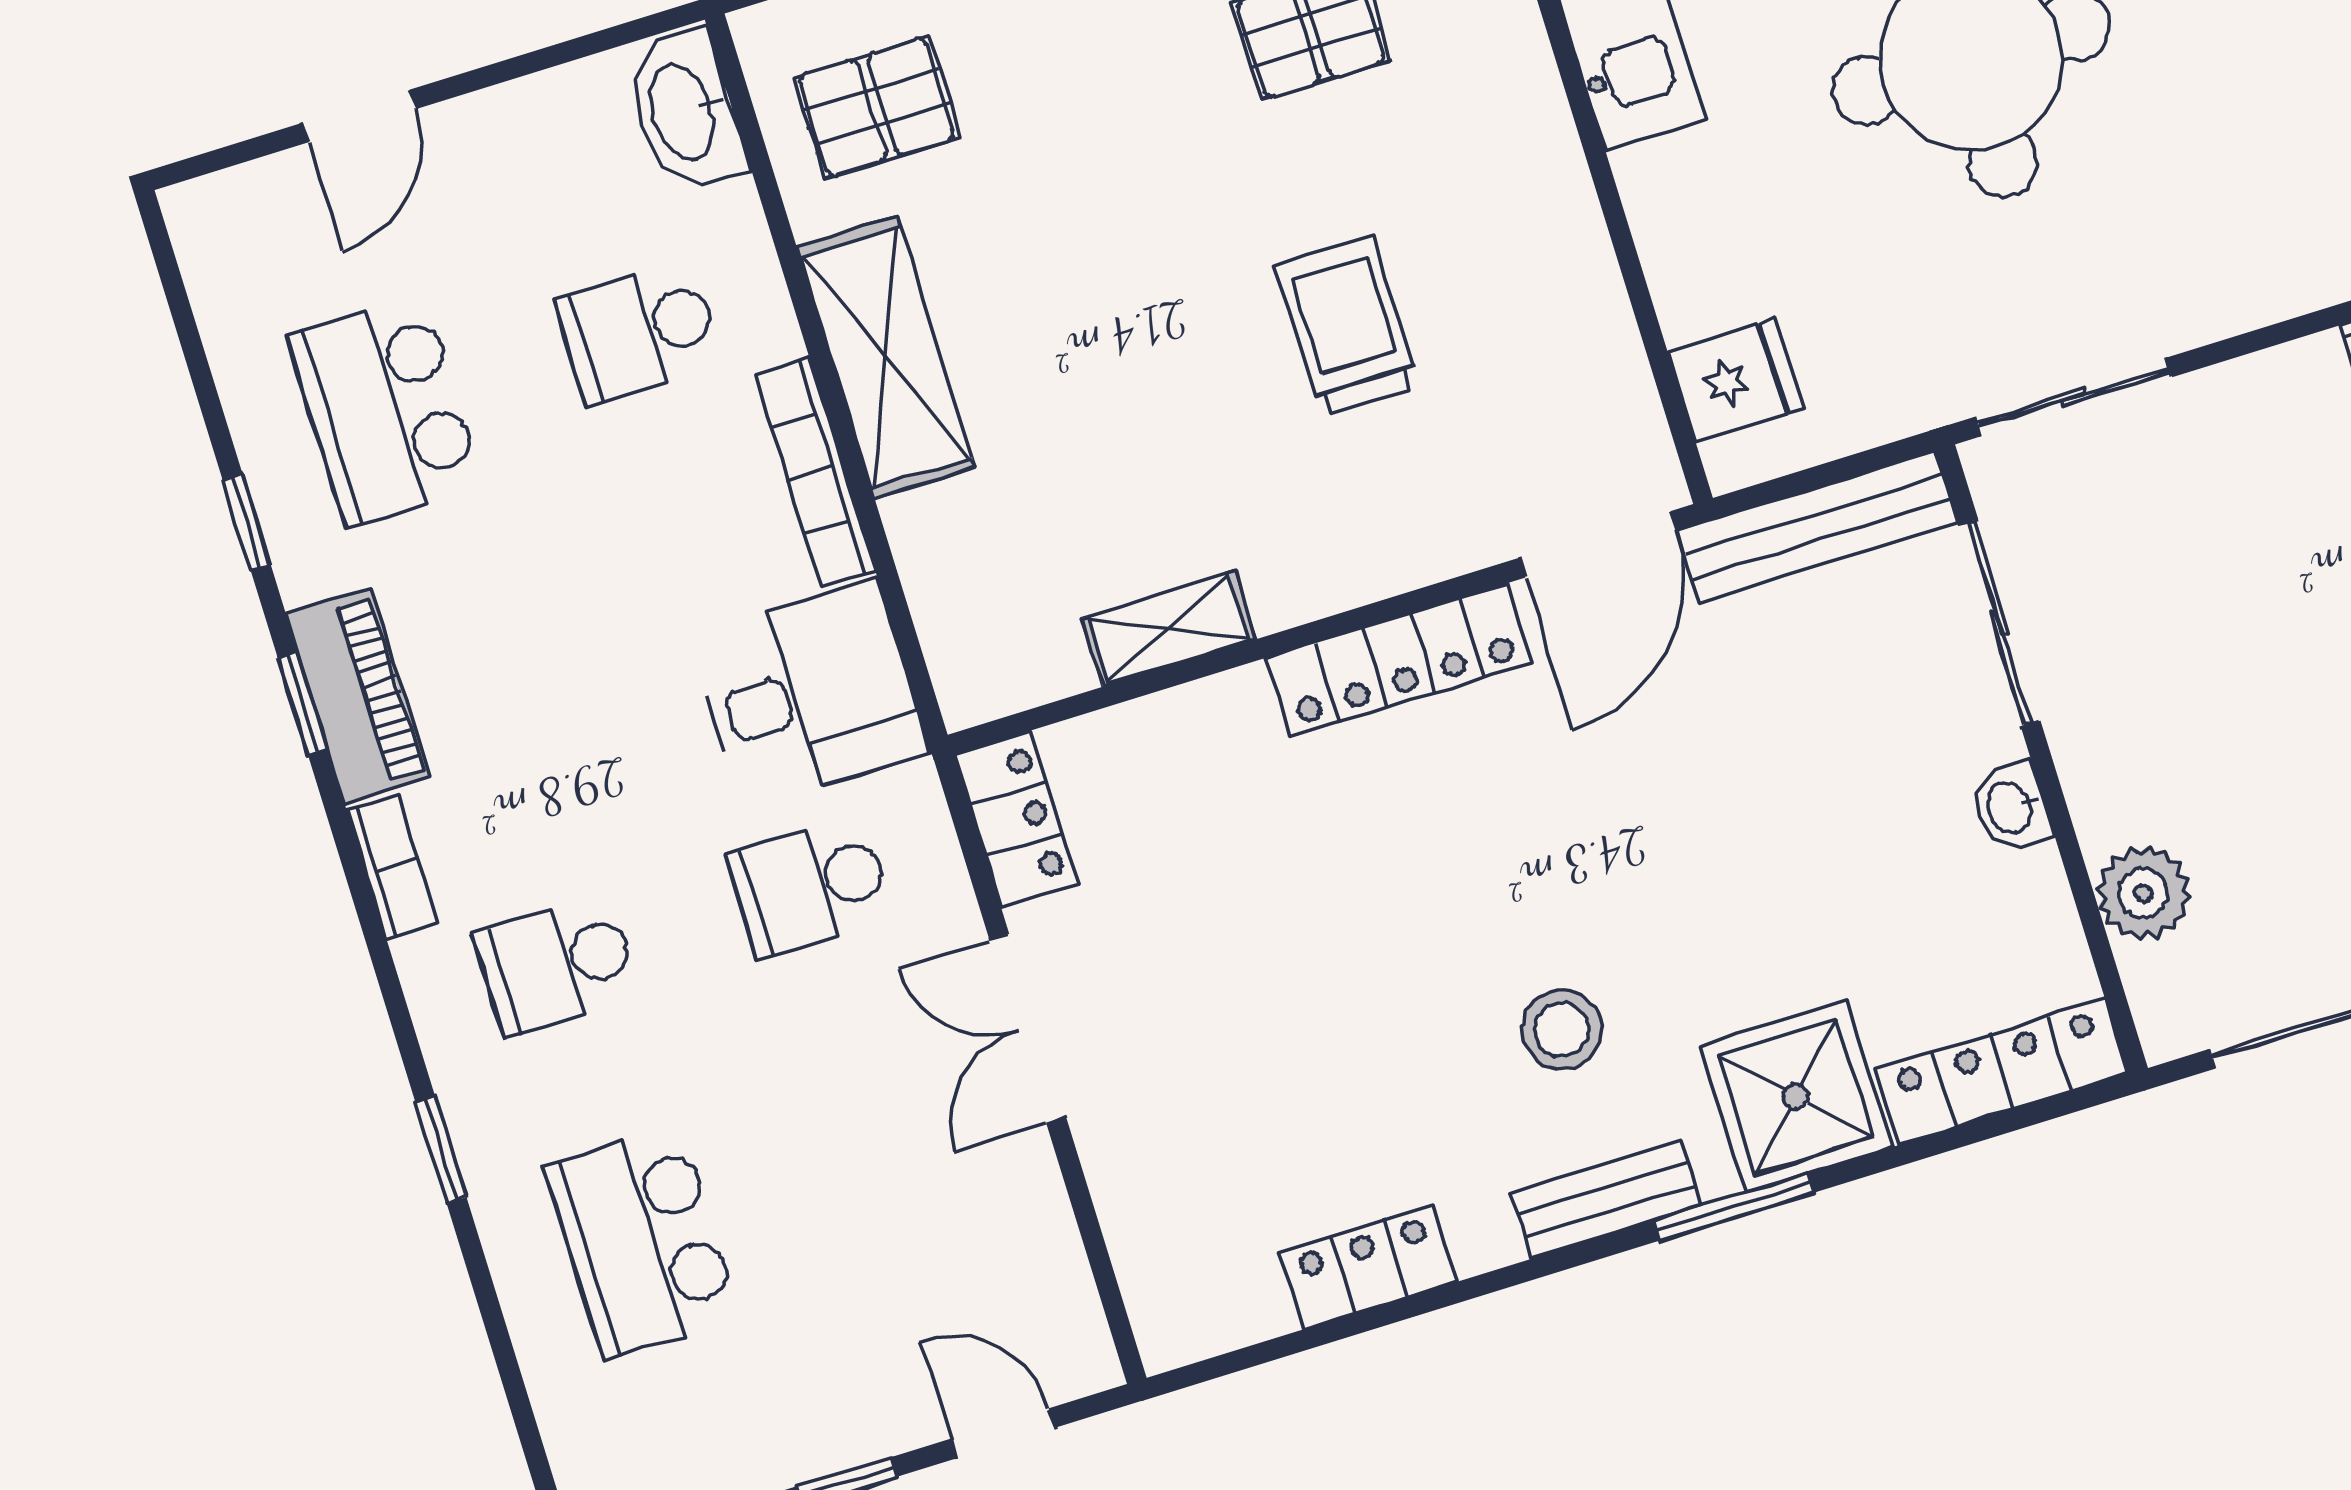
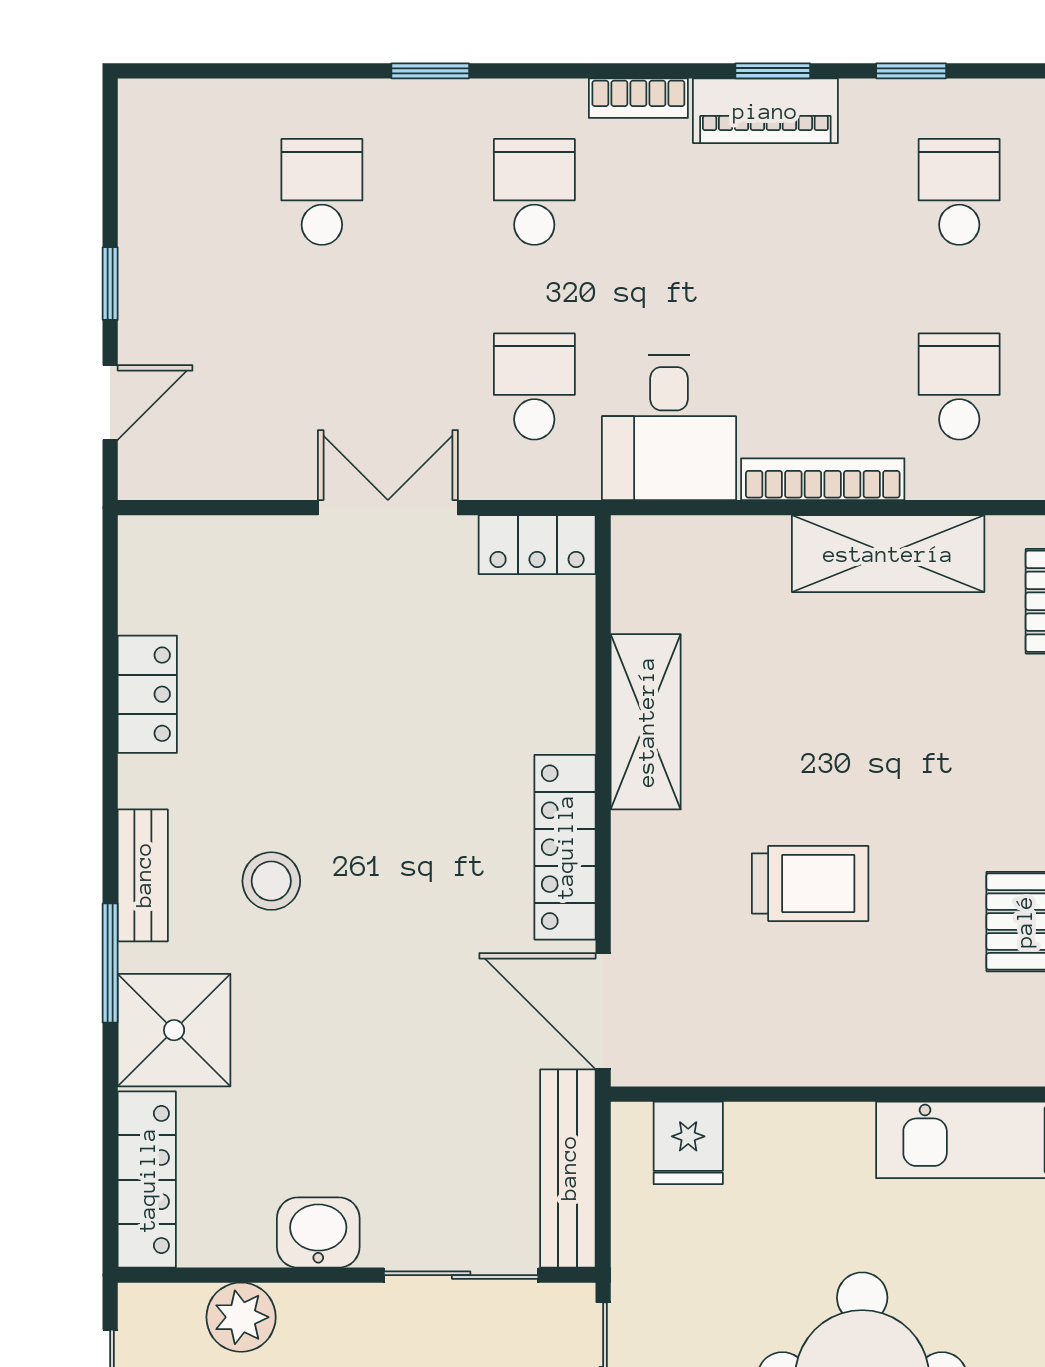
school desk: (385, 411) -> (959, 192), width x0.54
shelving: (1169, 629) -> (646, 722), width x1.50, depth x1.33
washbasin: (2011, 807) -> (318, 1232), width x1.38, depth x1.45
school desk: (643, 1242) -> (322, 192), width x0.54

